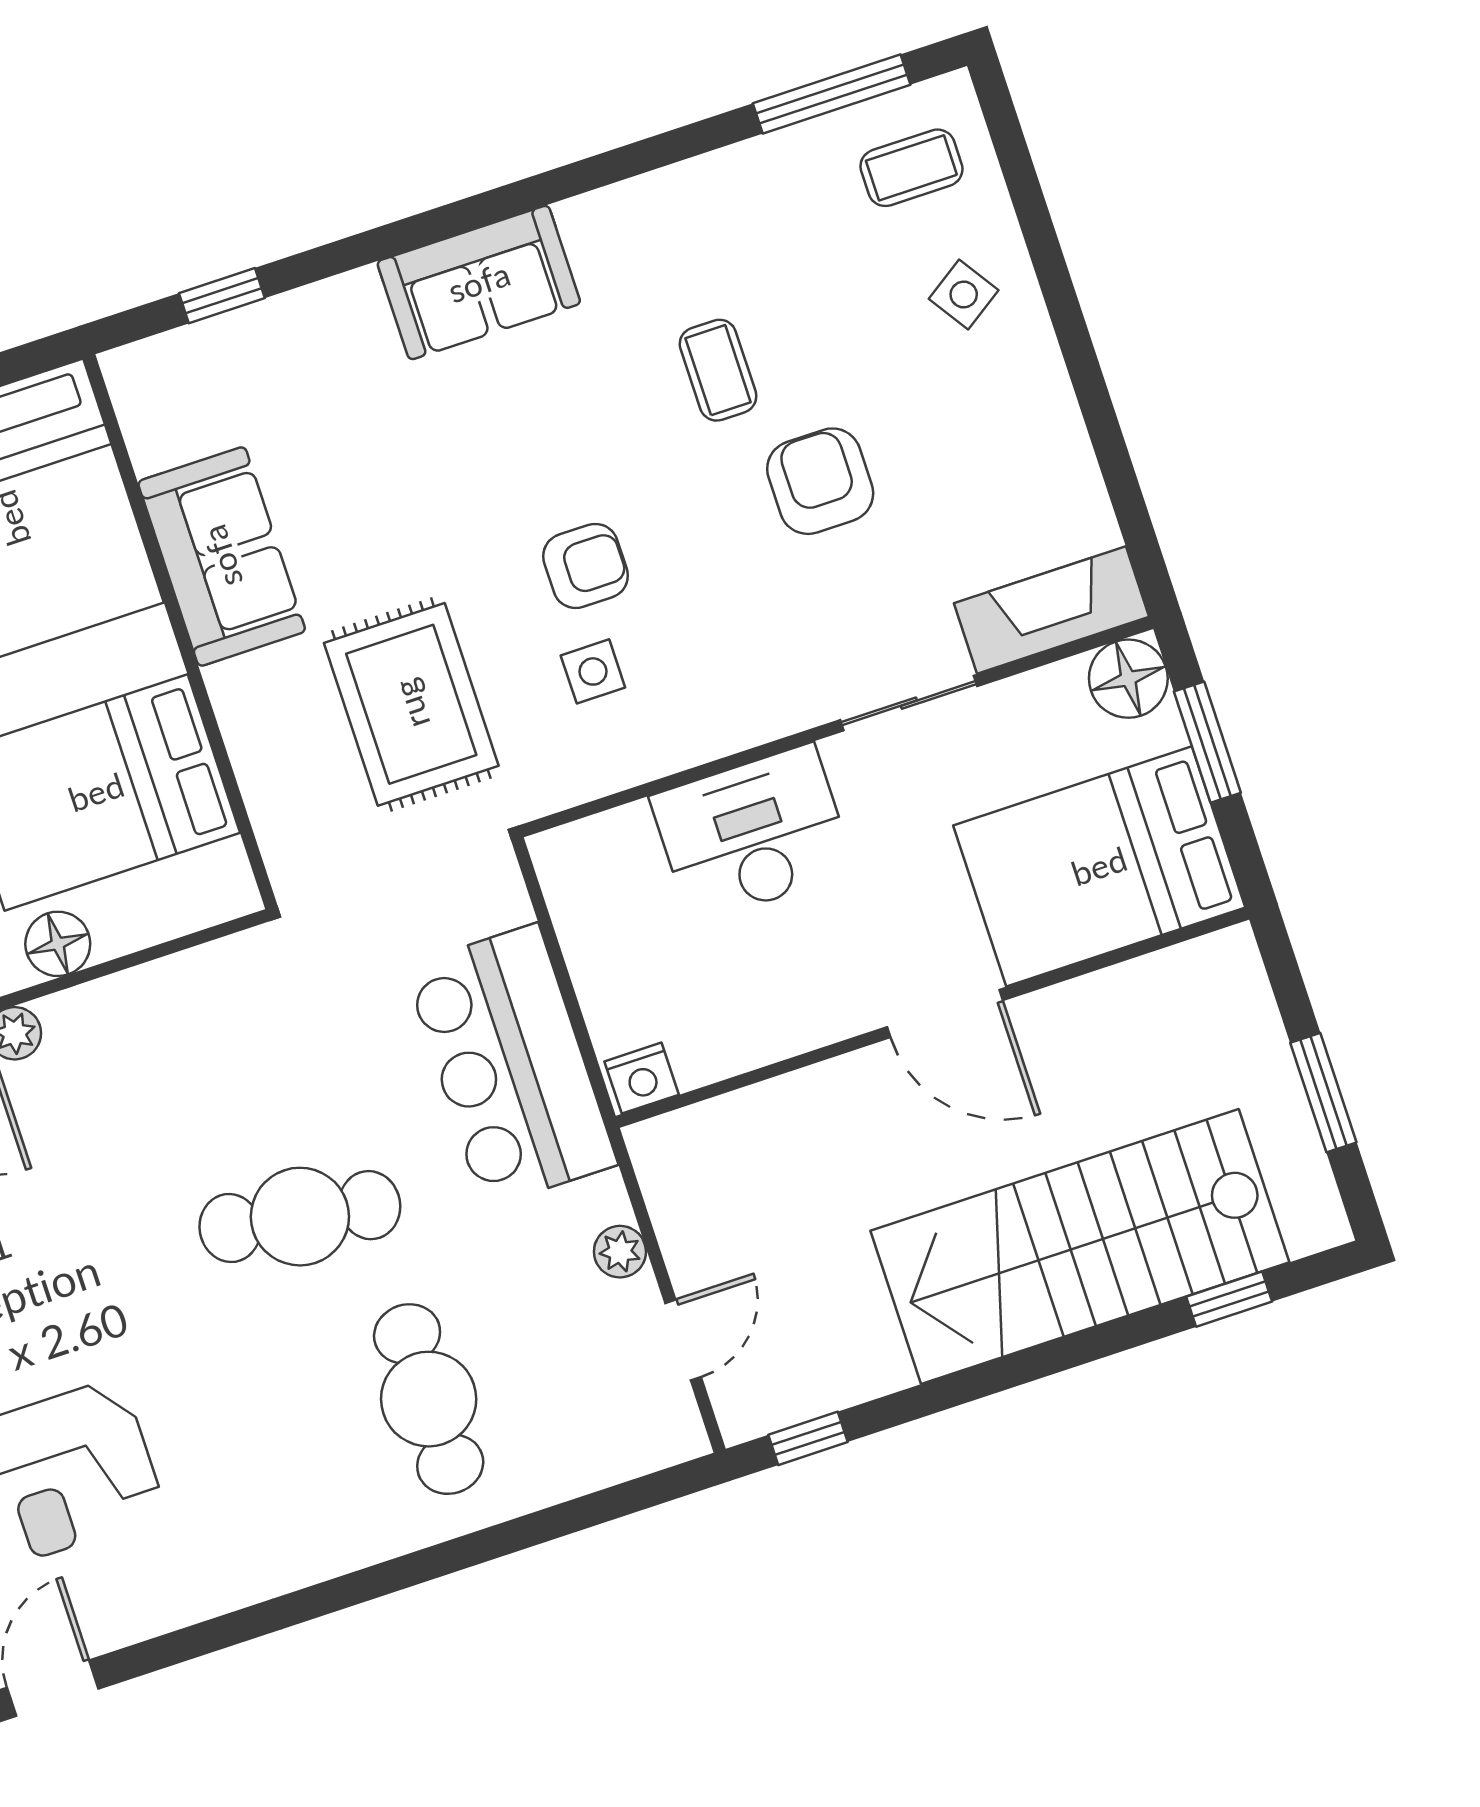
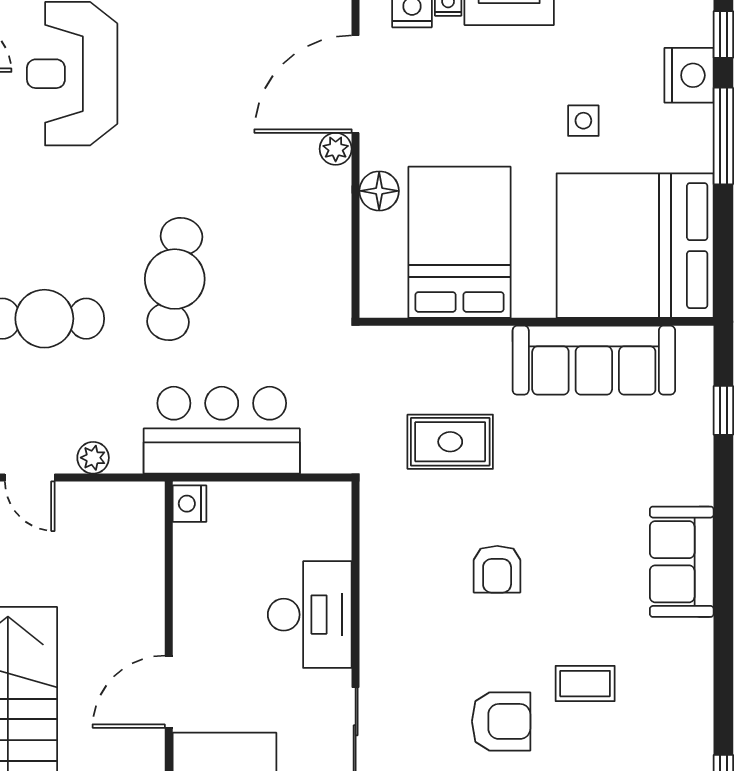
sofa: (222, 556) -> (594, 360), width x1.36
side table: (593, 671) -> (434, 553), removed
rug: (411, 704) -> (450, 442), width x0.73, depth x0.70

